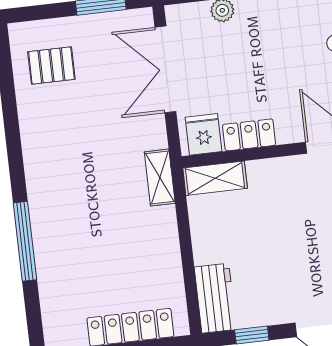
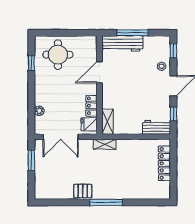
pallet: (51, 66) -> (83, 191), moved, turned 90
window: (25, 241) -> (106, 202), moved

